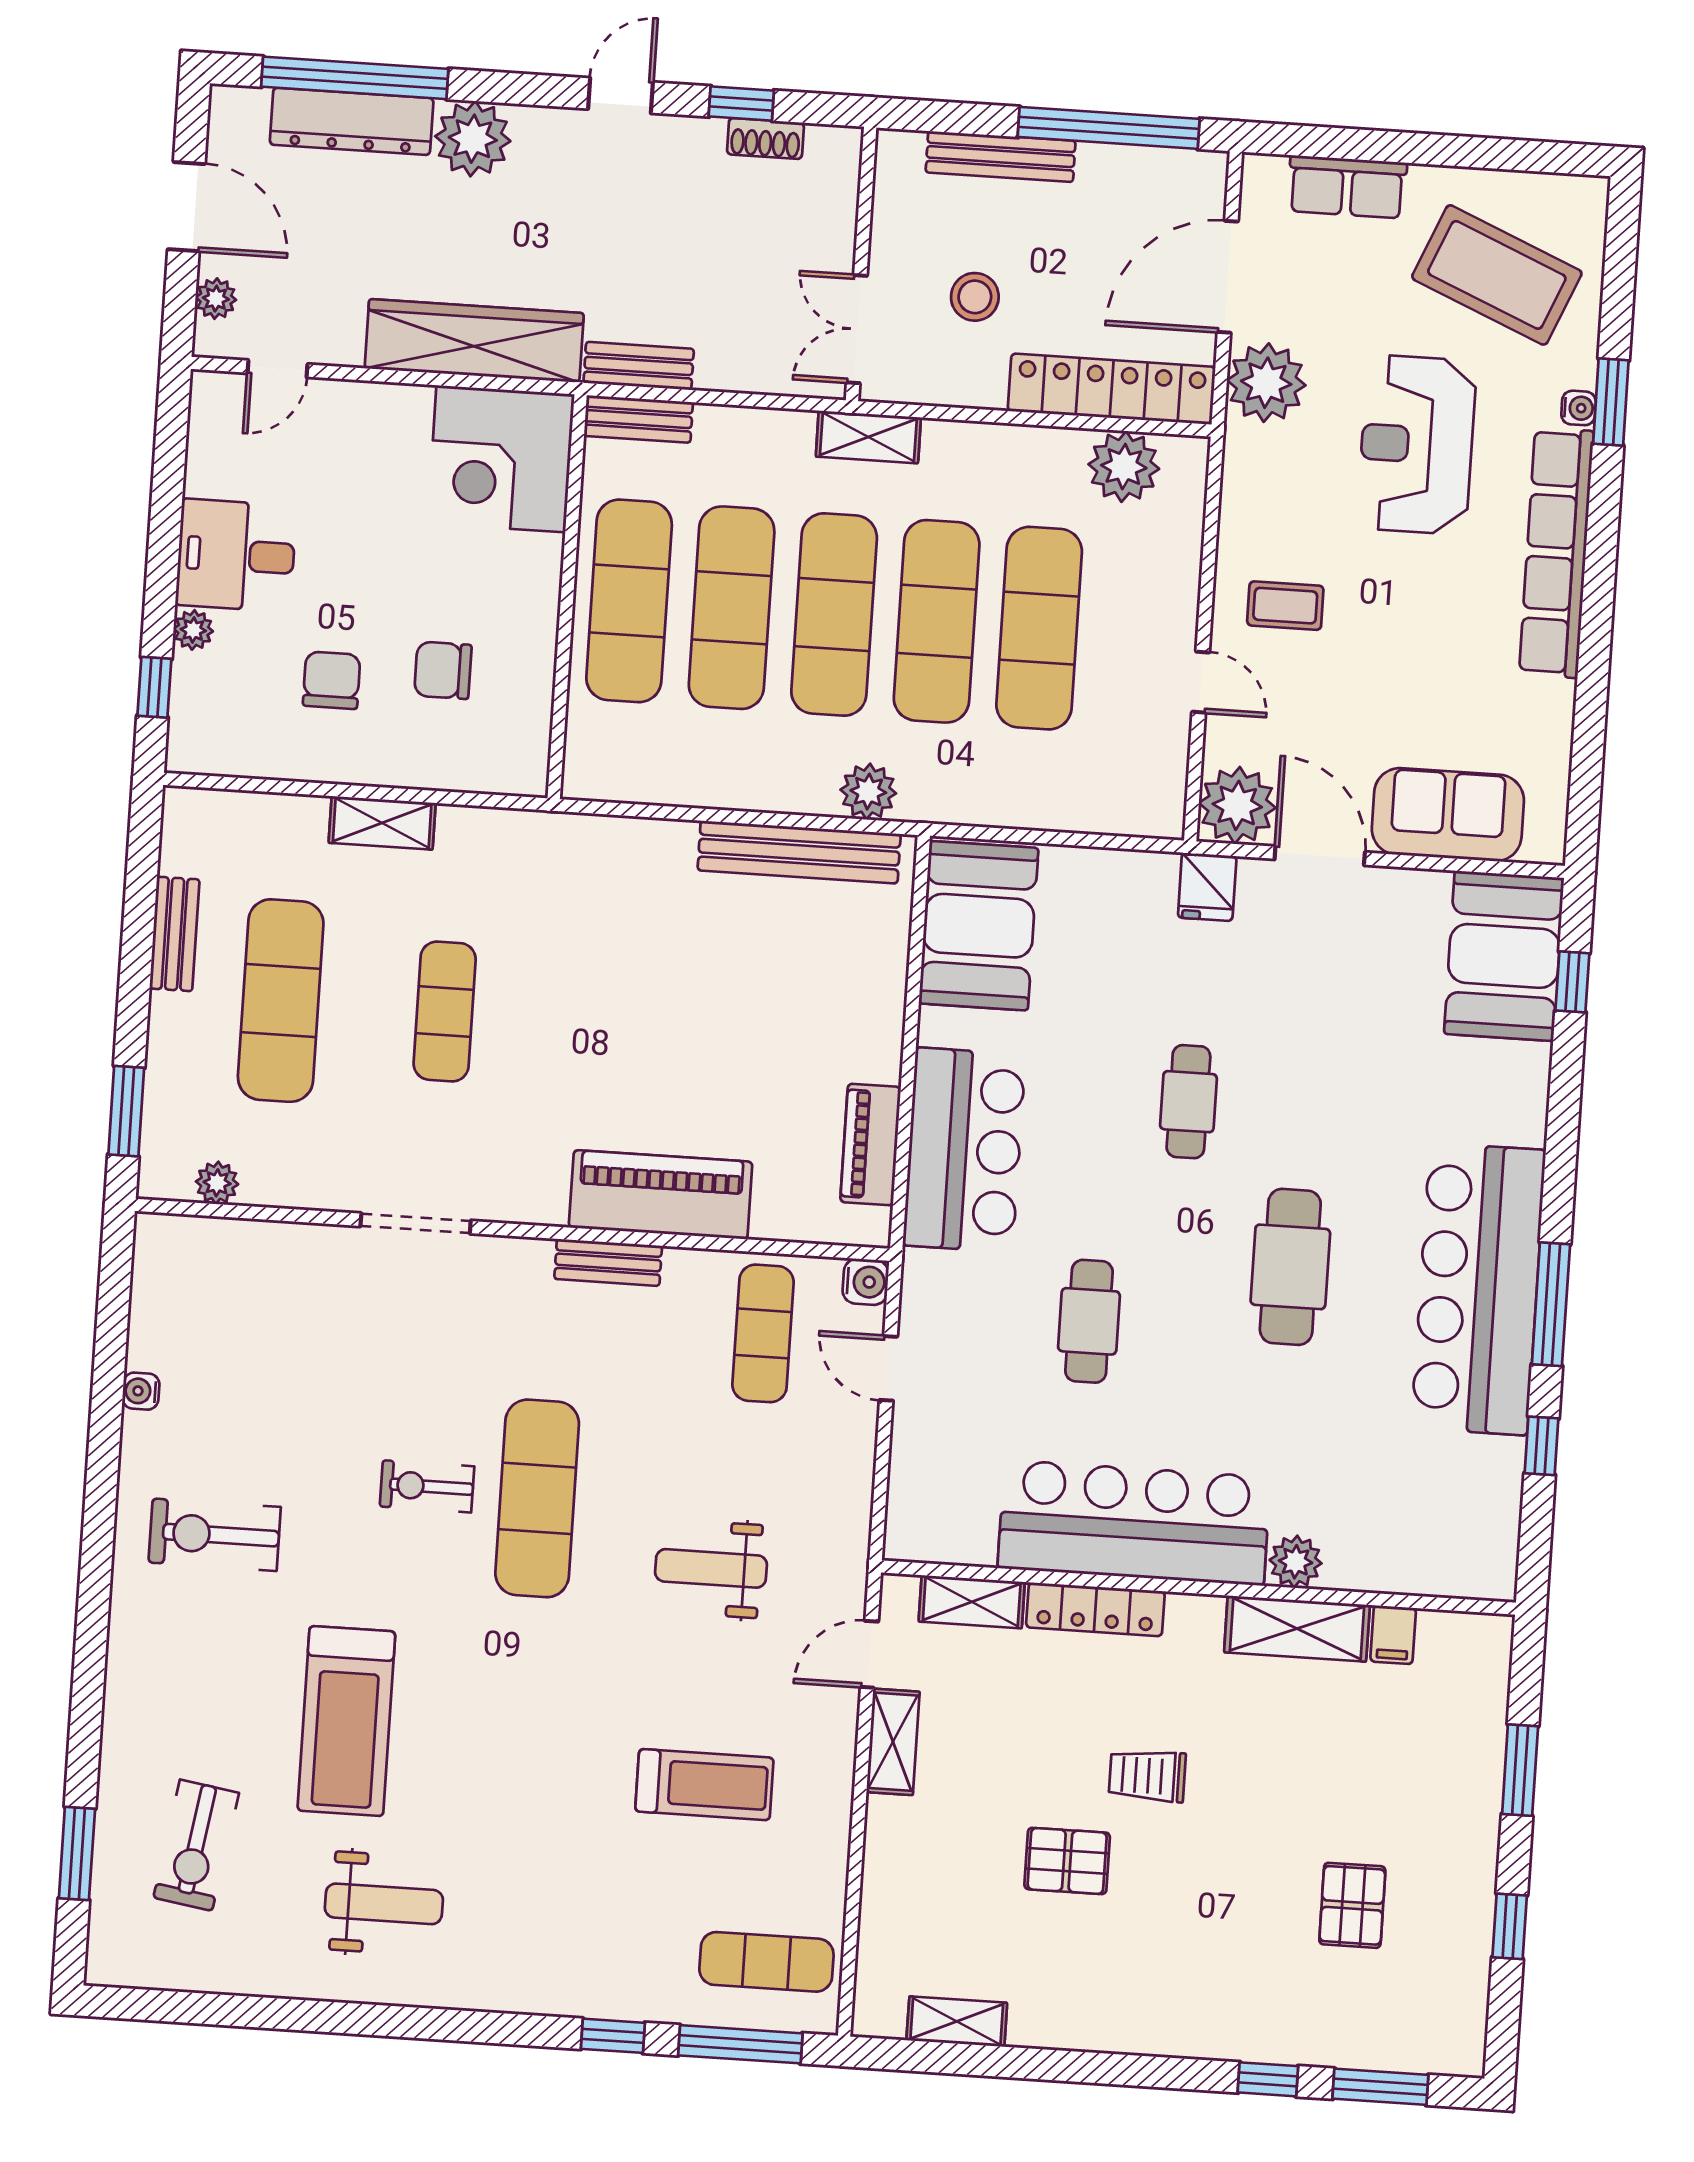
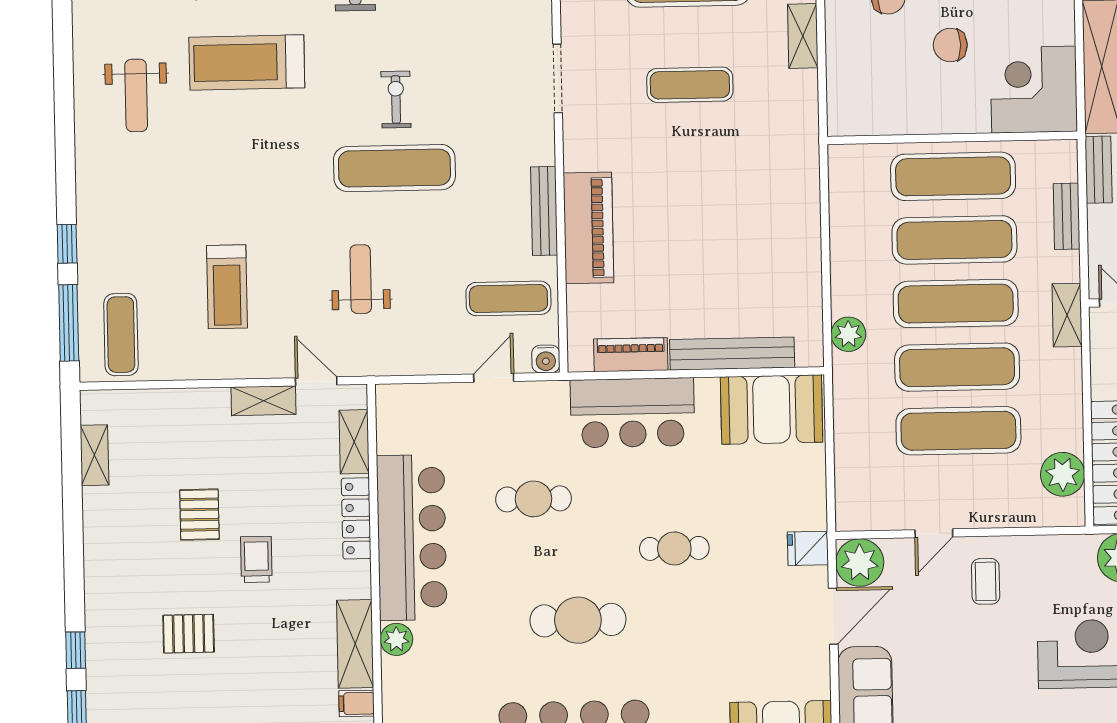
bench: (638, 419) -> (1067, 216), moved
chair: (443, 670) -> (950, 45), moved, turned -90
bench: (799, 852) -> (732, 354), moved, turned 90
bench: (608, 1262) -> (544, 211), width x1.36
pallet: (1352, 1905) -> (189, 634), moved

